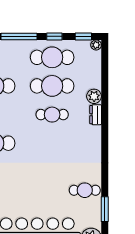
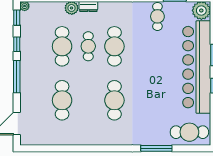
cafe table: (52, 57) -> (114, 46), moved

